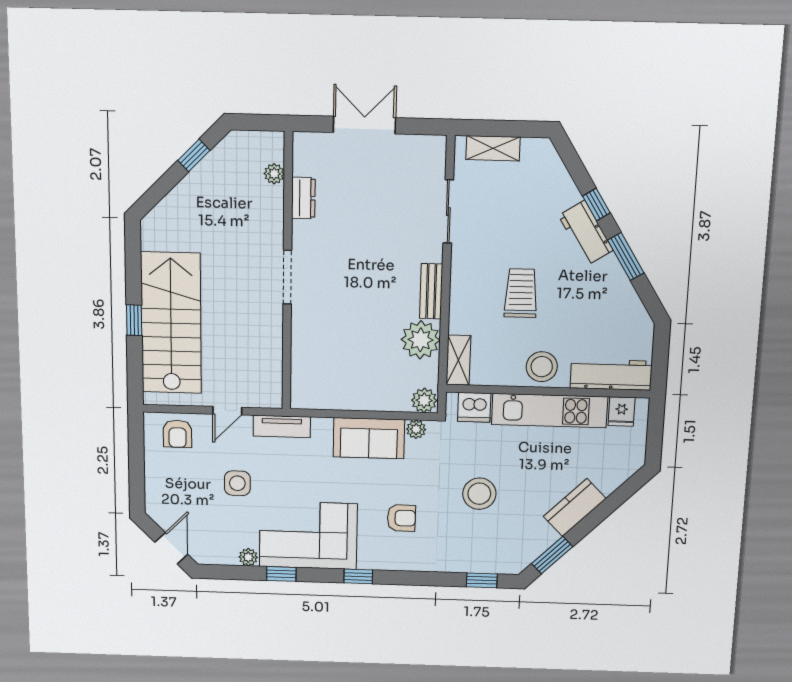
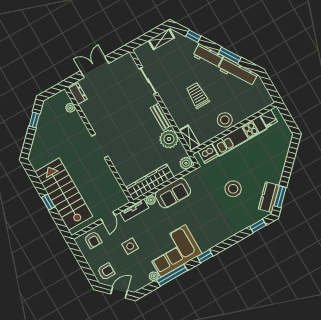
shelving: (493, 148) -> (161, 39), moved
dresser: (303, 198) -> (78, 94), moved
window: (596, 204) -> (193, 36), moved
workbench: (611, 375) -> (238, 72), moved, turned -122
wardrobe: (339, 395) -> (150, 182), added
plant: (416, 429) -> (151, 200), moved
kitchen counter: (575, 507) -> (269, 197), moved
armchair: (401, 518) -> (106, 272), moved
door: (171, 548) -> (119, 292), hinge flipped
window: (281, 574) -> (172, 275), width x2.17

